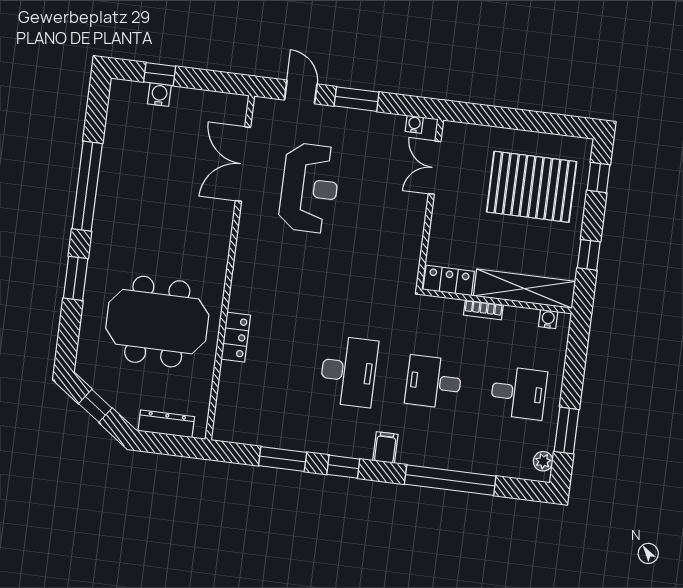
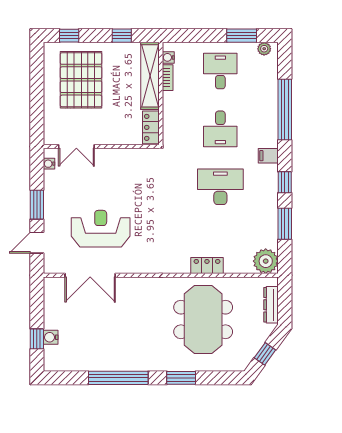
bookcase: (483, 310) -> (168, 78), moved
plant: (231, 424) -> (266, 261), added

